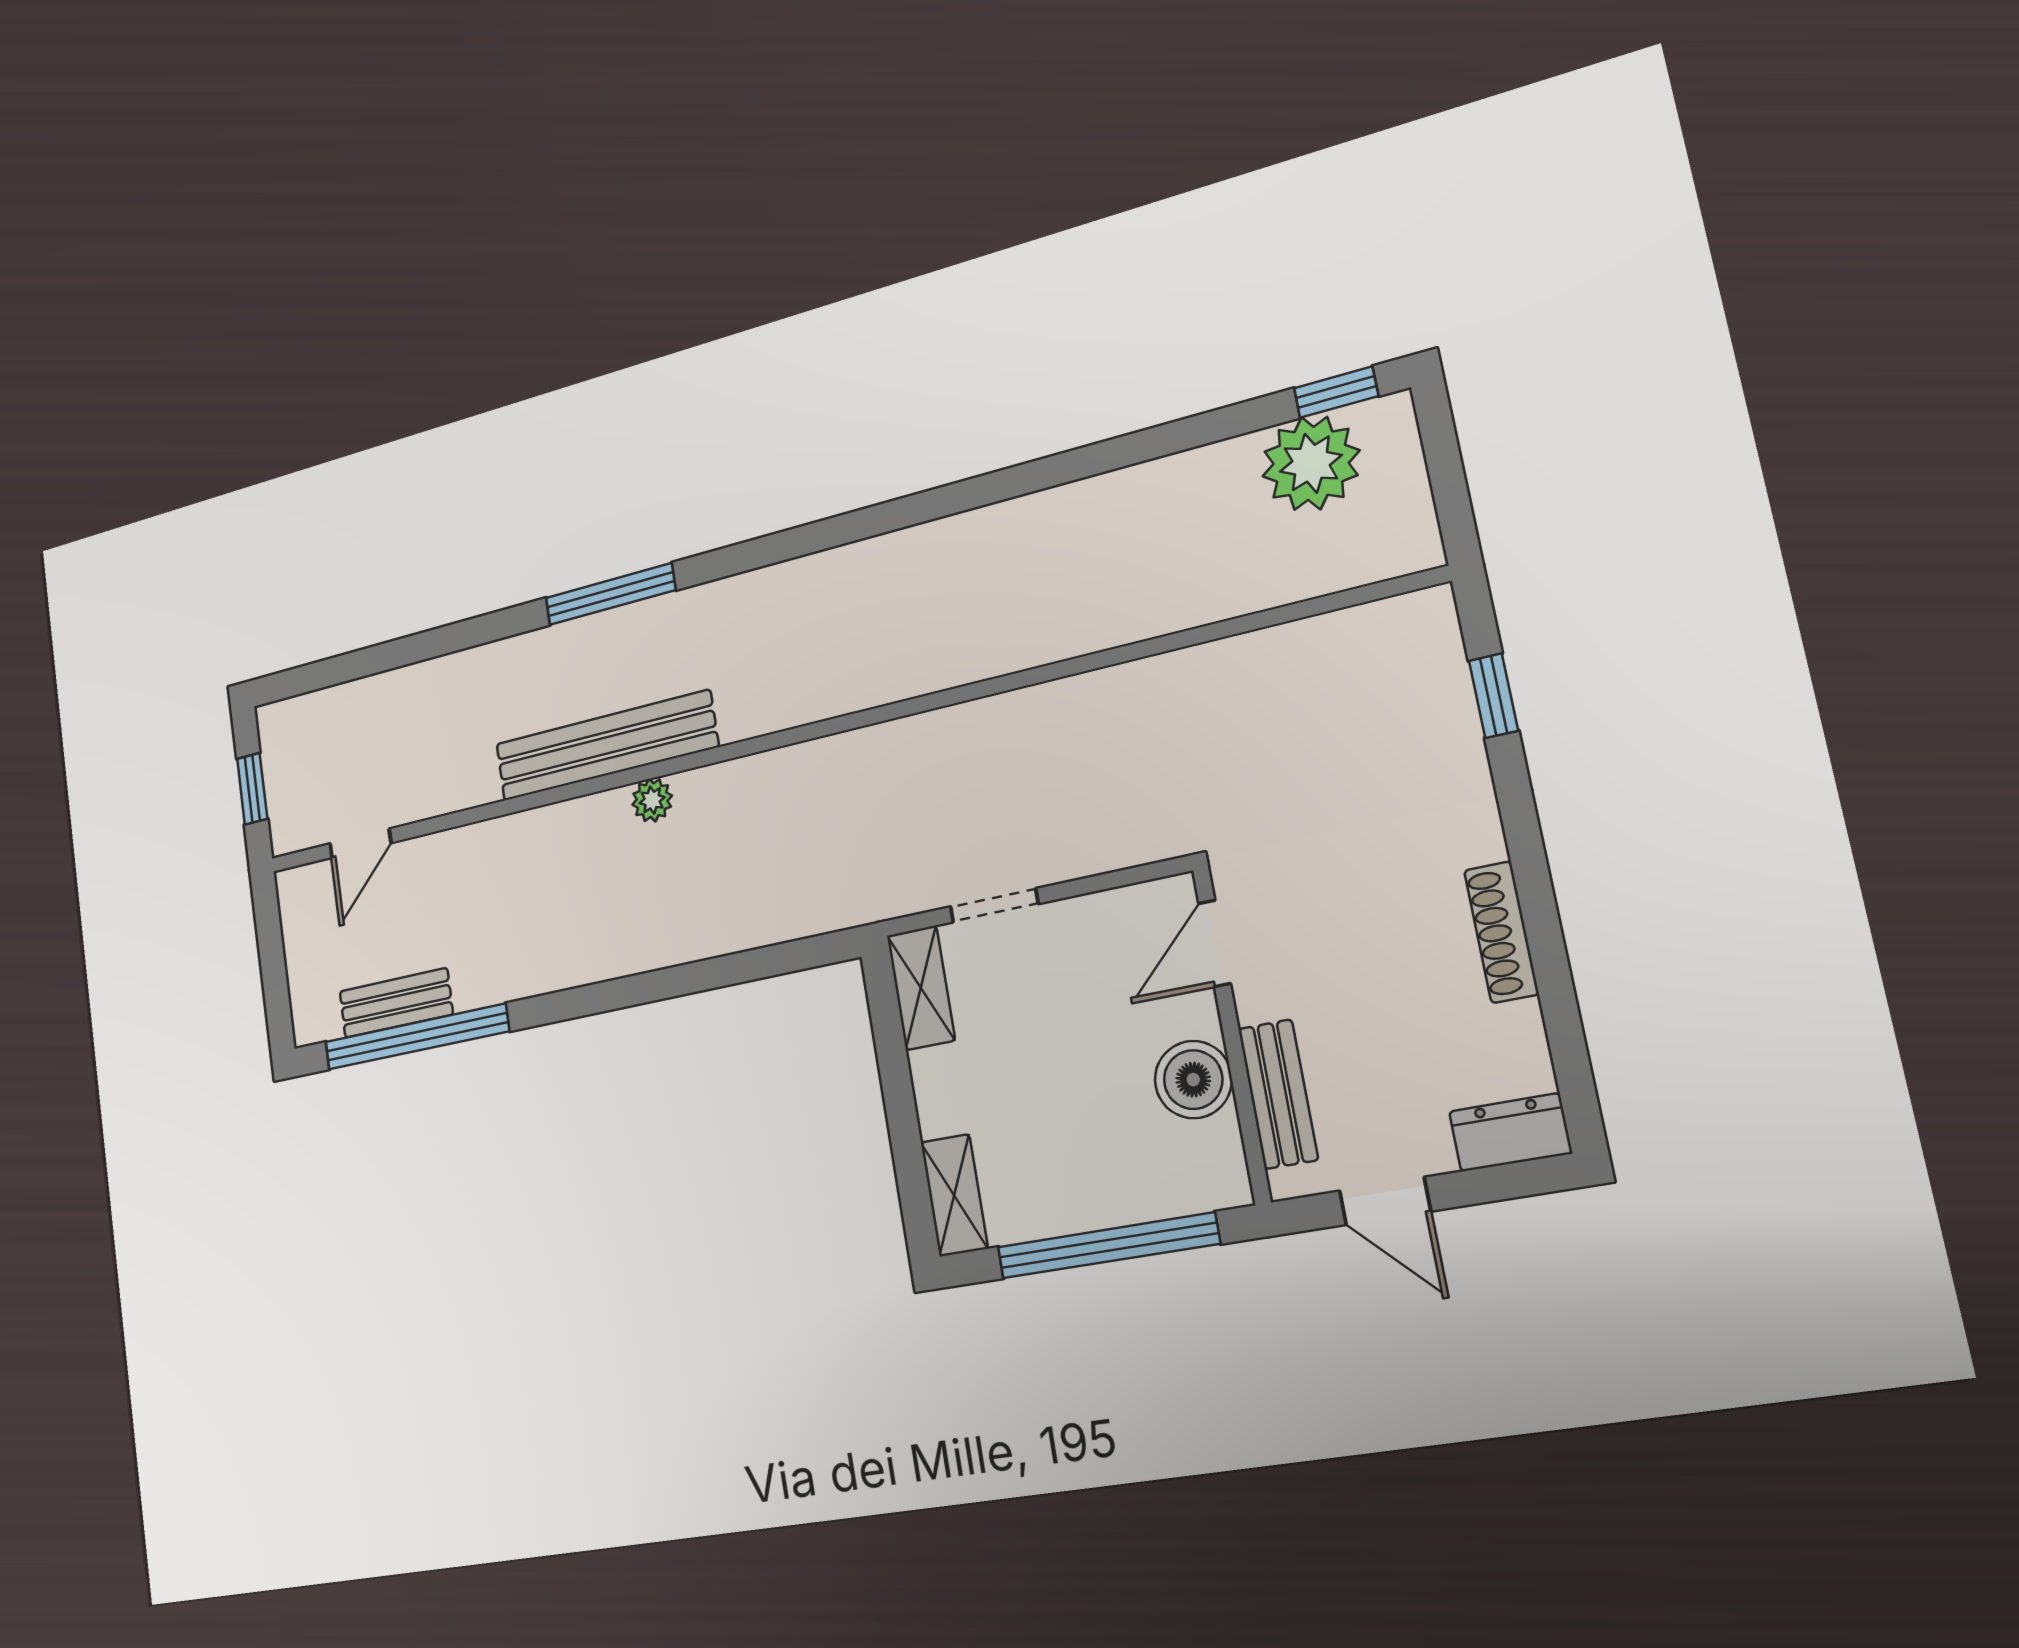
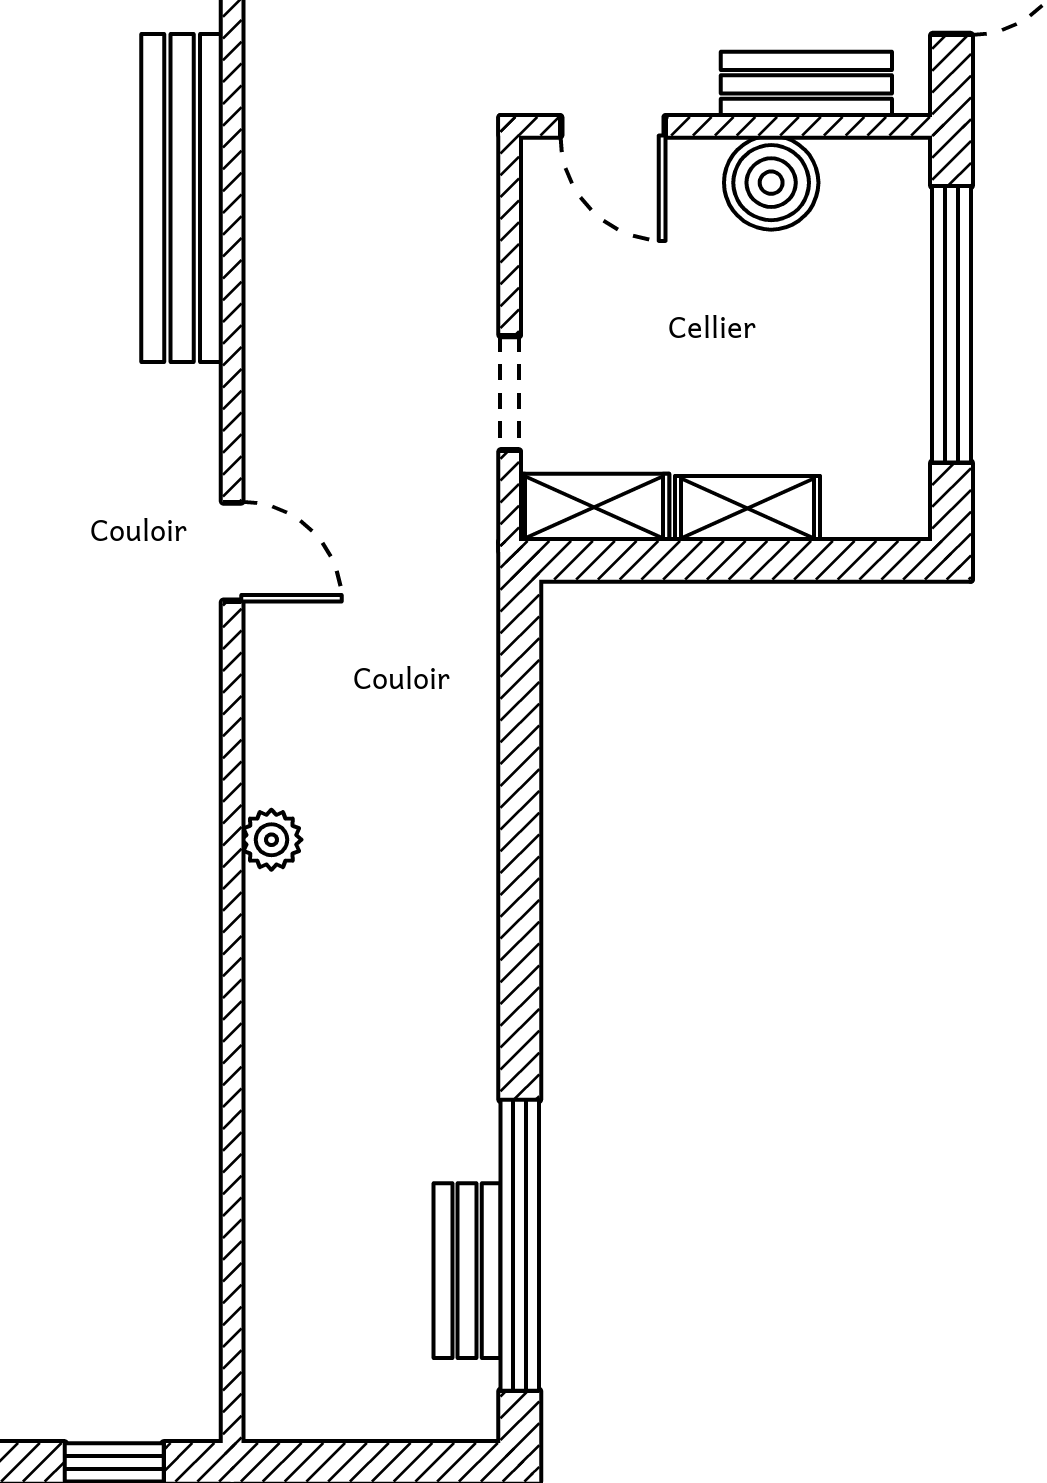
bench: (606, 746) -> (182, 198), moved
door: (360, 843) -> (232, 552), moved
shelving: (954, 1195) -> (748, 509), moved

